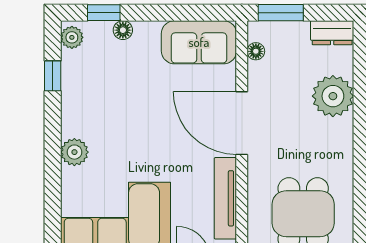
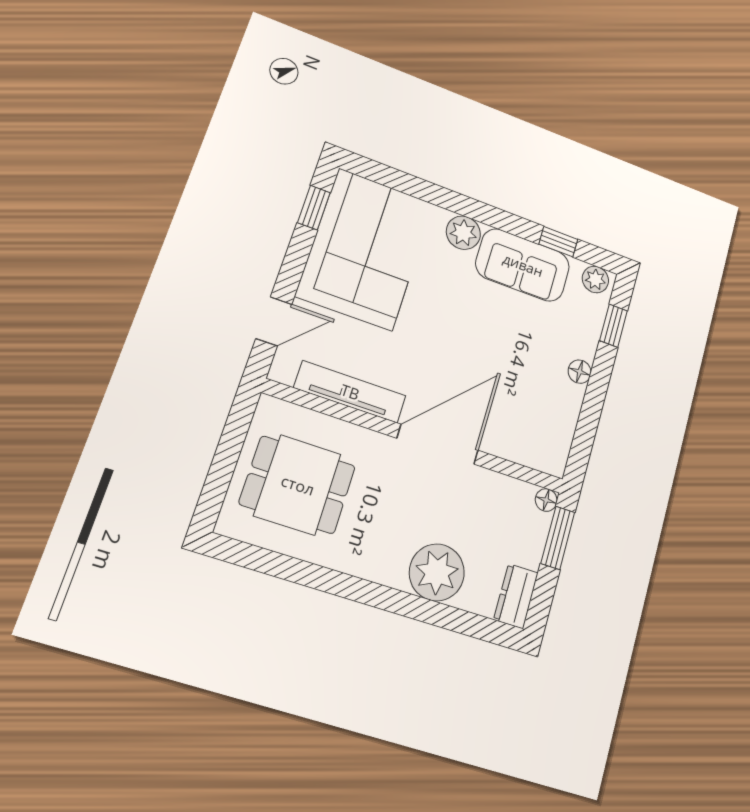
floor lamp: (123, 30) -> (580, 372), moved
sofa: (199, 42) -> (523, 265), moved, turned -90
floor lamp: (256, 51) -> (546, 500), moved

